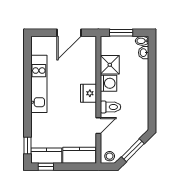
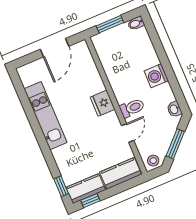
washbasin: (144, 53) -> (174, 109), moved
shower: (110, 65) -> (112, 63), removed
washing machine: (109, 83) -> (156, 76), moved, turned 180

